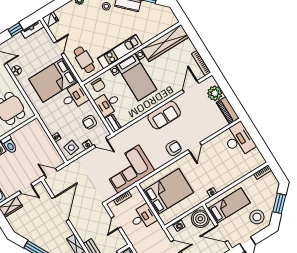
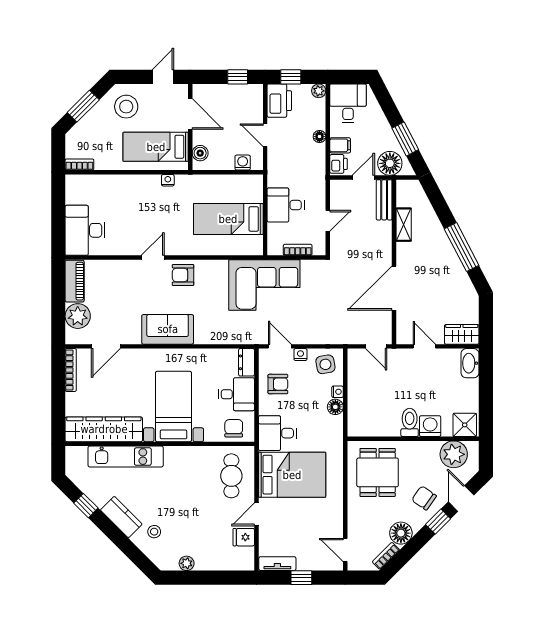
fridge: (50, 19) -> (244, 537), moved
kitchen unit: (120, 52) -> (126, 457), moved
floor lamp: (16, 70) -> (335, 407), moved
bed: (168, 192) -> (228, 219), width x0.67
boiler: (200, 219) -> (200, 153), width x0.54, depth x0.54

